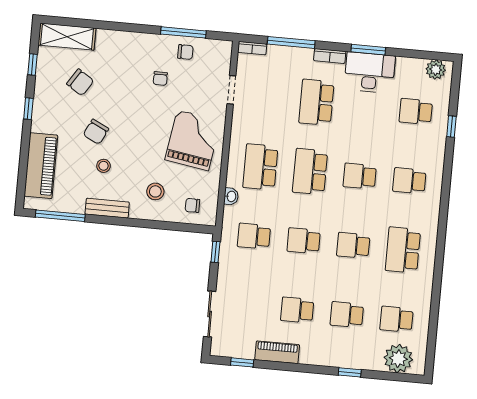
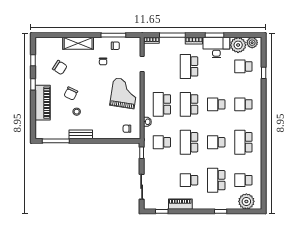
shelving: (67, 37) -> (78, 43), moved
plant: (410, 71) -> (238, 45), added
piano: (41, 166) -> (43, 103), moved
stool: (155, 191) -> (106, 123), removed
school desk: (304, 241) -> (189, 142), width x1.85
school desk: (347, 315) -> (216, 180), width x1.85

